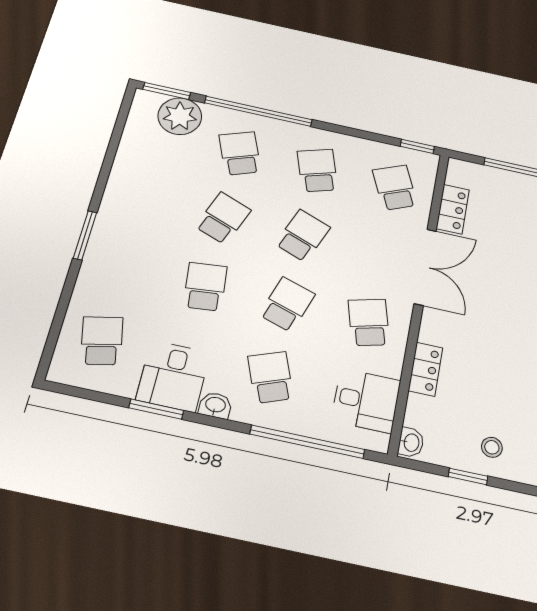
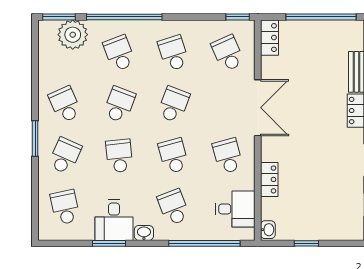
school desk: (143, 201) -> (65, 105), added
locker: (453, 209) -> (269, 38), moved
school desk: (123, 269) -> (65, 156), added
school desk: (287, 304) -> (173, 156), turned -33
stool: (492, 447) -> (319, 222), removed

